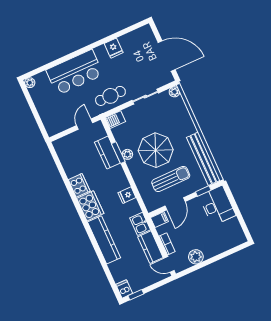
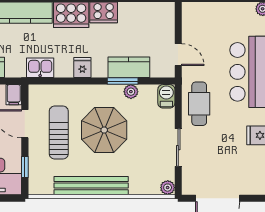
plant: (127, 154) -> (131, 92), moved
bench: (203, 159) -> (91, 186), moved
sun lounger: (171, 179) -> (59, 133), turned 180
fridge: (127, 195) -> (82, 68), moved
kitchen sink: (140, 224) -> (40, 68), moved

